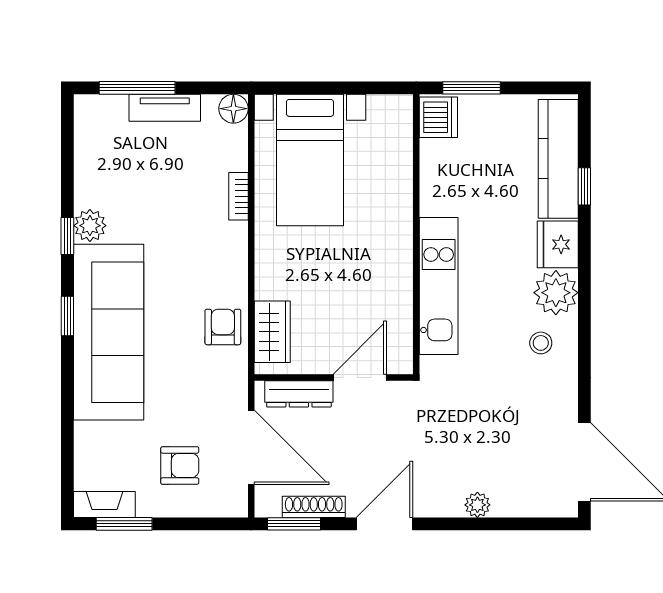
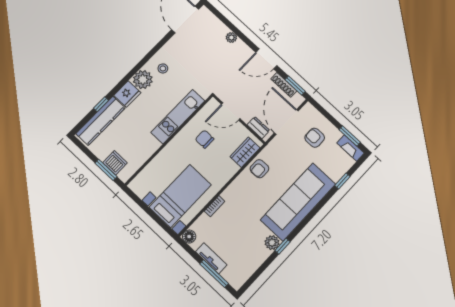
dishwasher: (438, 117) -> (115, 163), moved, turned 90
chair: (359, 290) -> (205, 139), added
window: (67, 316) -> (342, 181), moved
dresser: (299, 394) -> (258, 128), width x0.70

